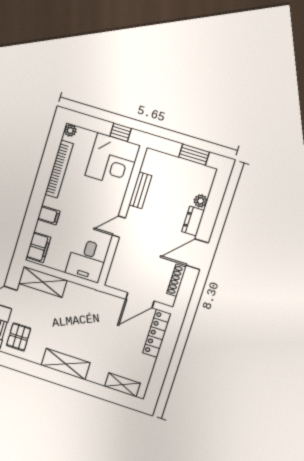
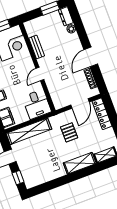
dresser: (193, 221) -> (66, 16), moved
shelving: (43, 282) -> (29, 131), width x1.47
pallet: (19, 337) -> (69, 132), moved
shelving: (66, 364) -> (80, 163), moved

